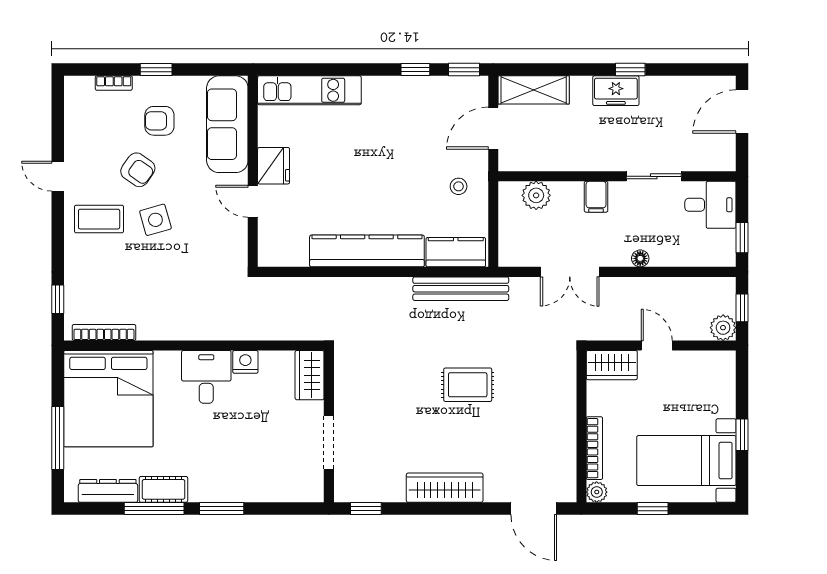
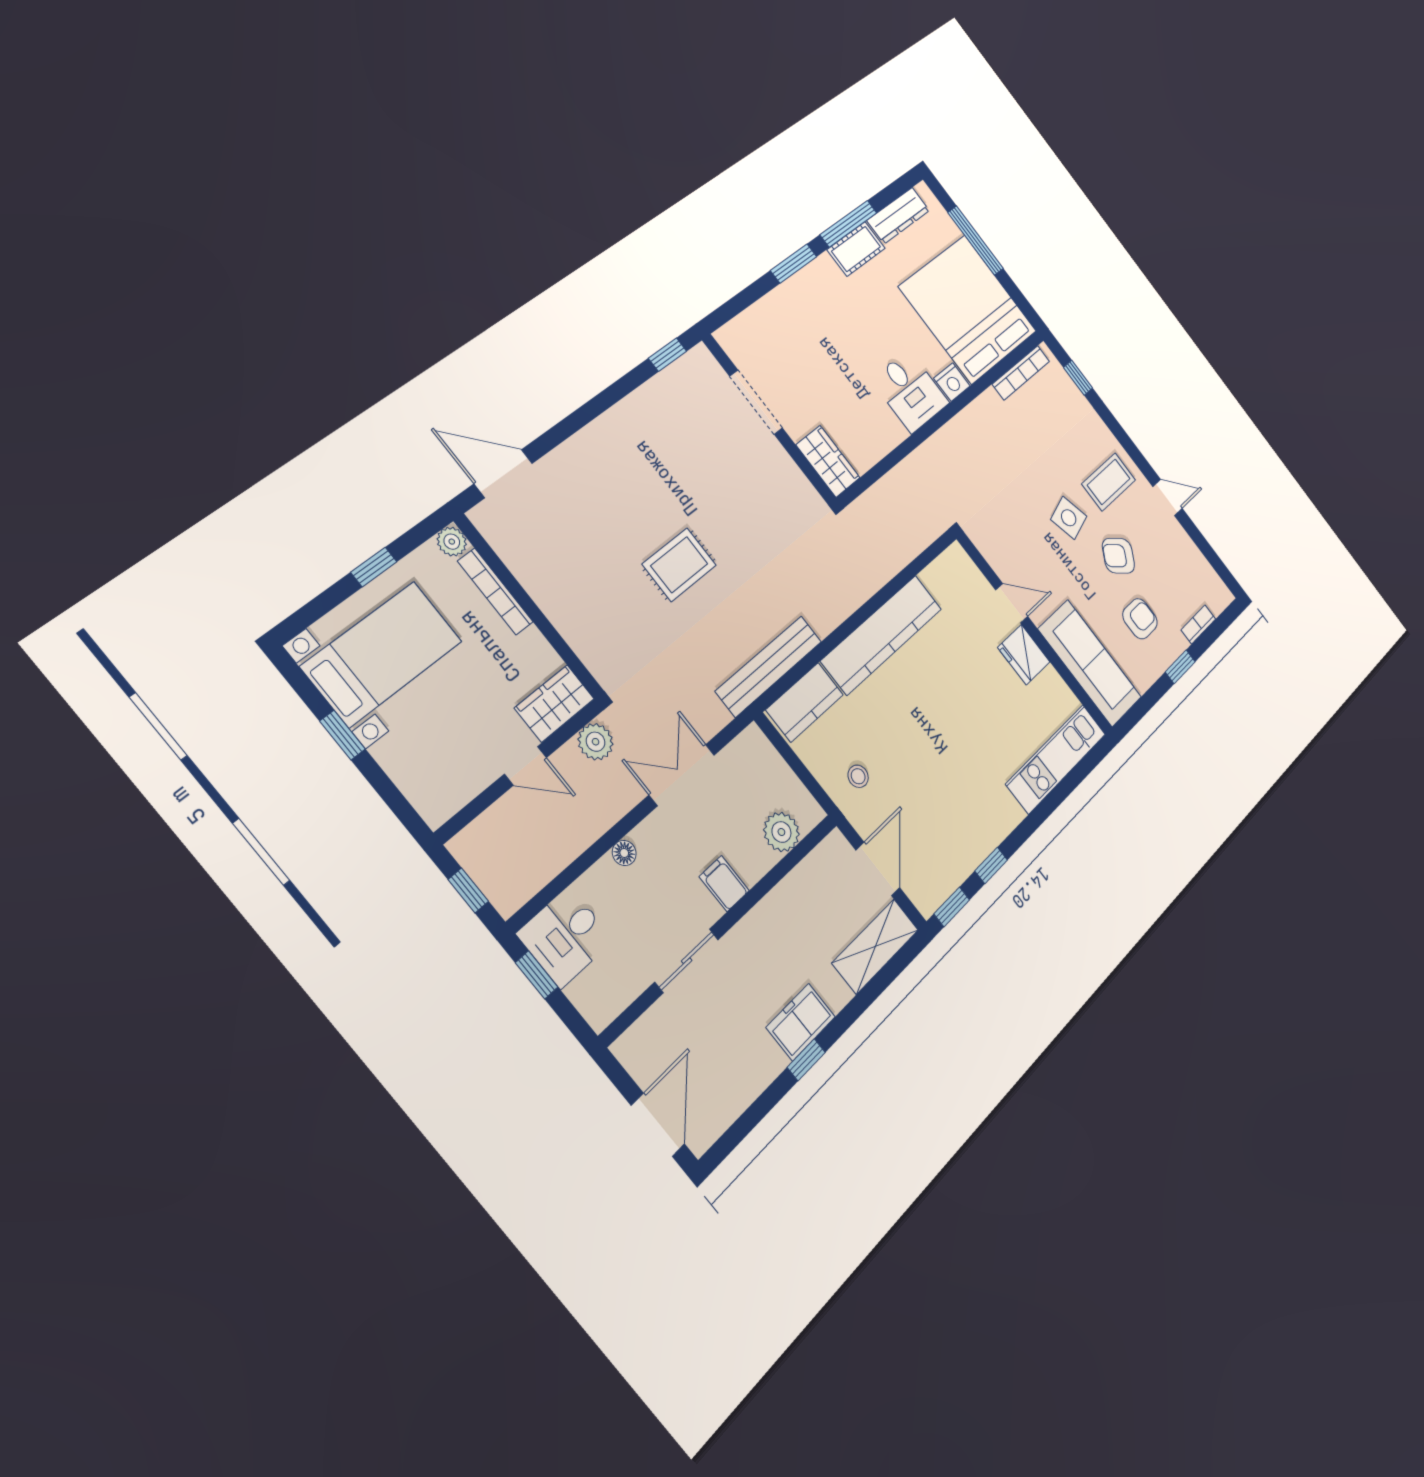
desk: (710, 205) -> (565, 937), moved
plant: (723, 328) -> (596, 742), moved
nightstand: (245, 362) -> (952, 382), moved
wardrobe: (445, 488) -> (611, 432), removed

